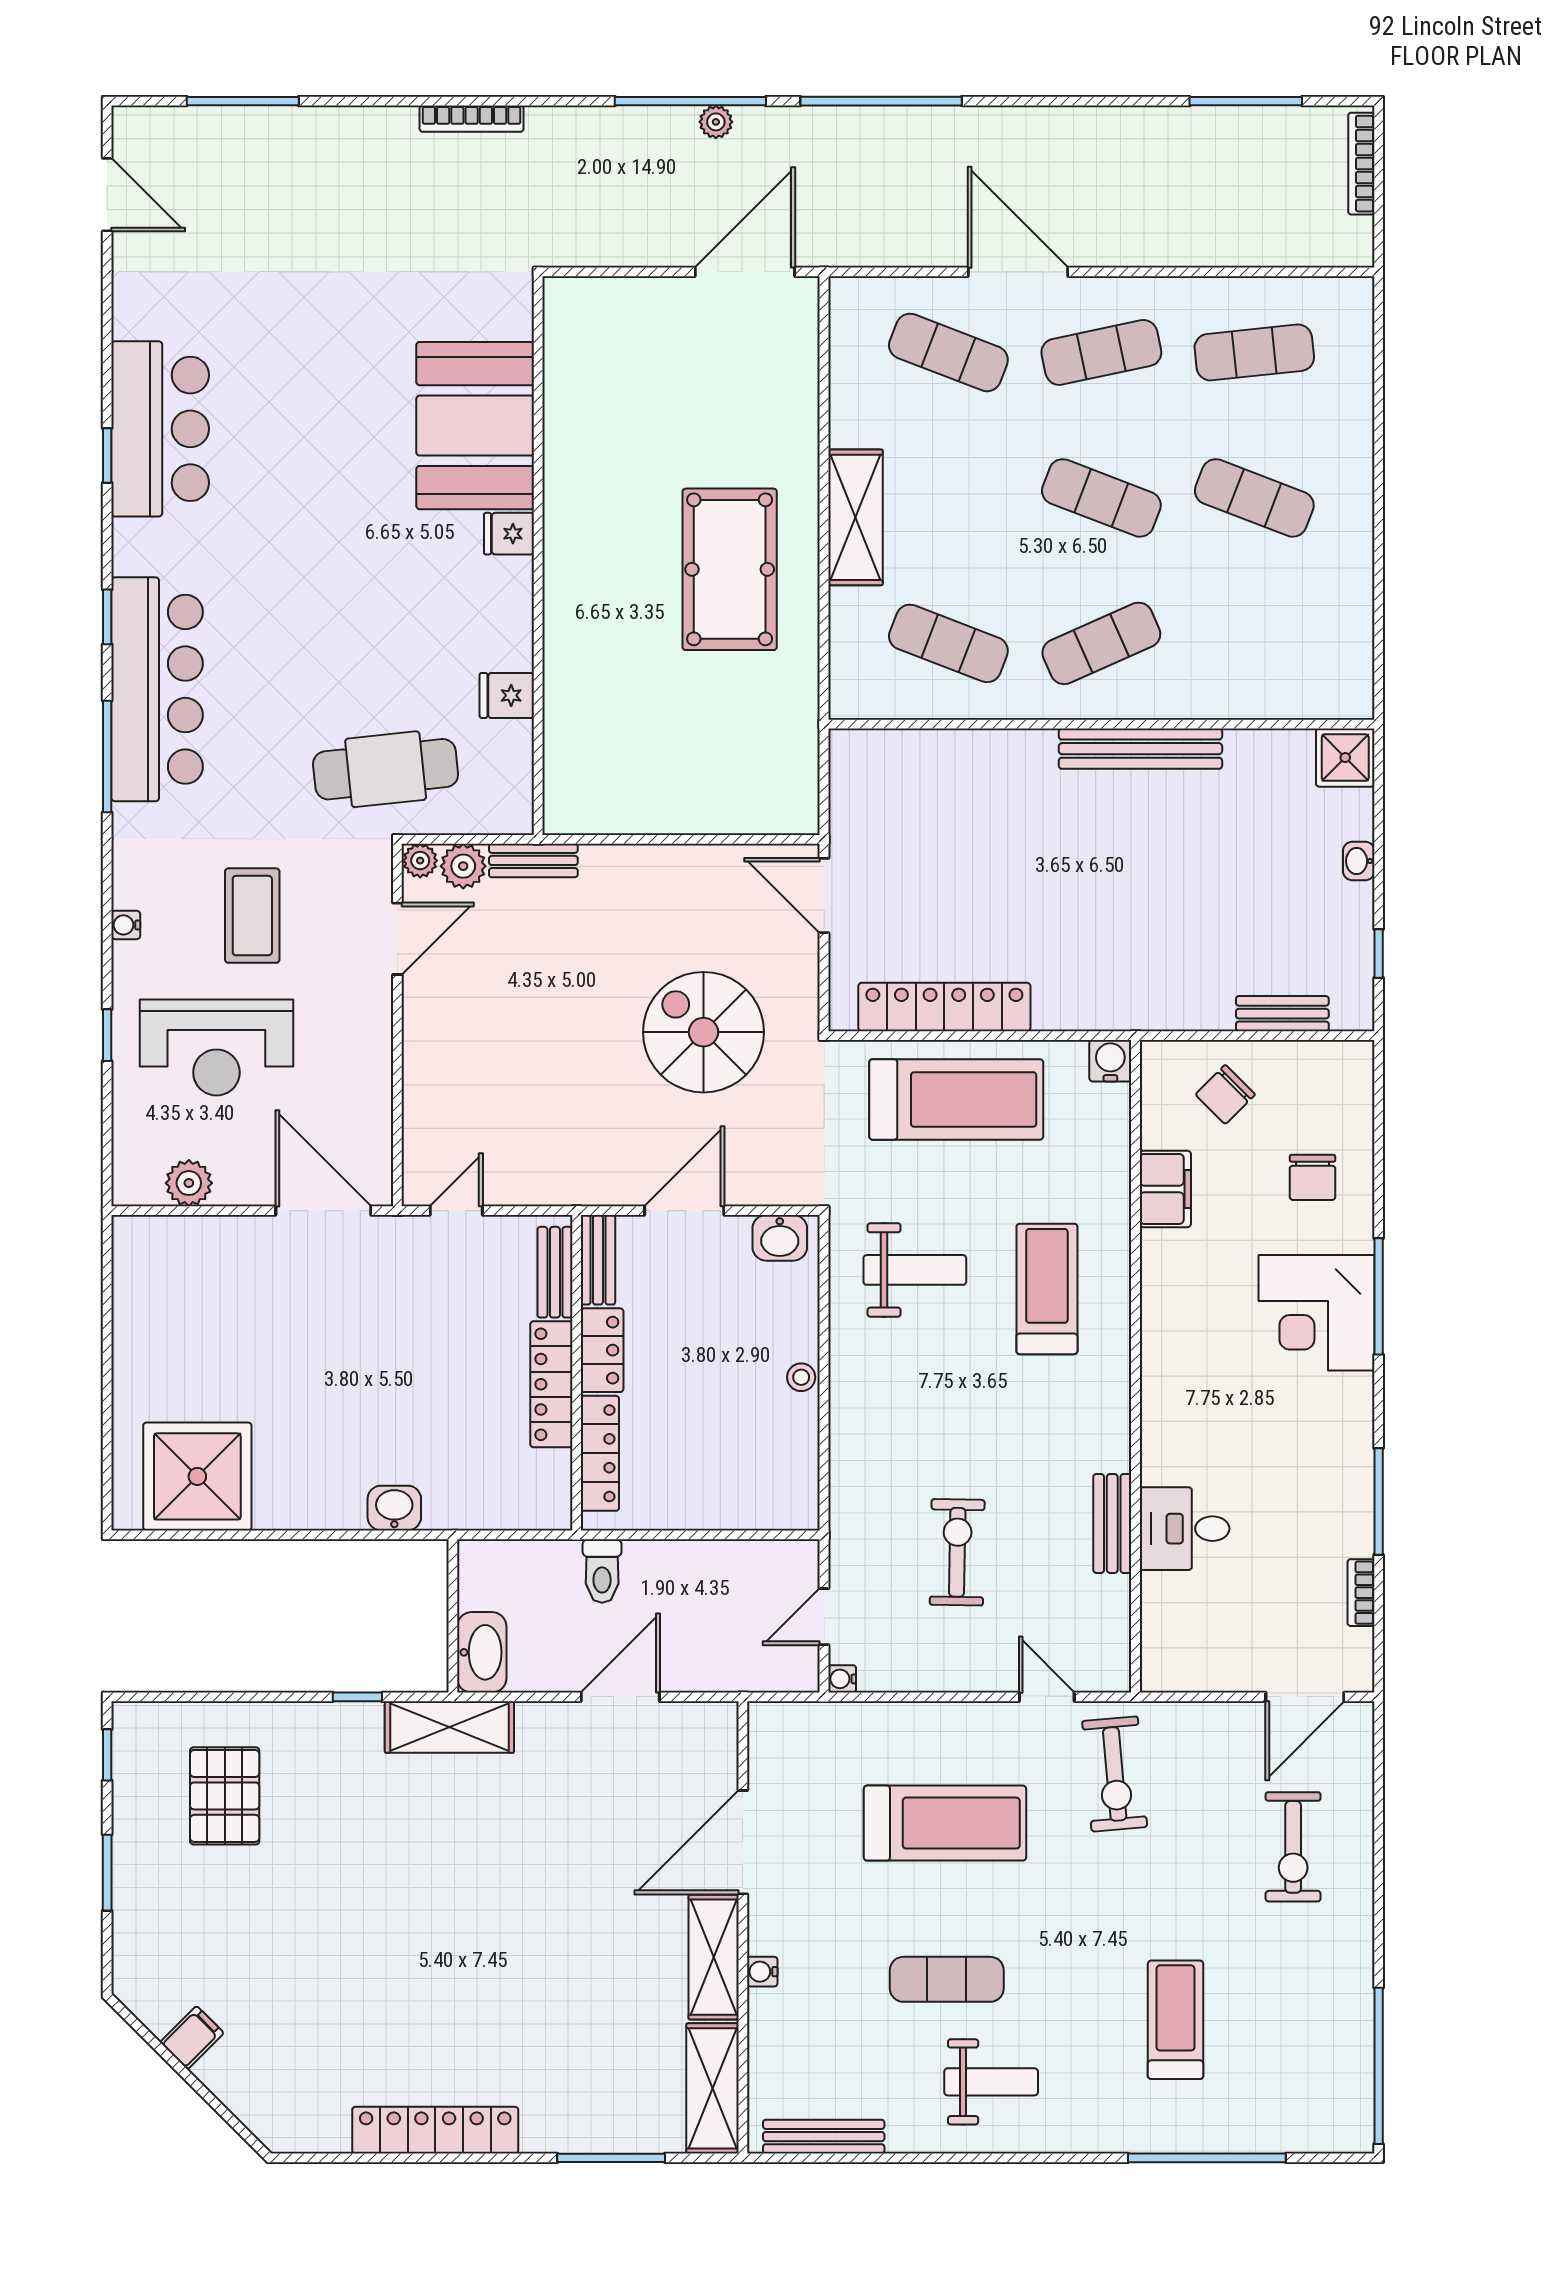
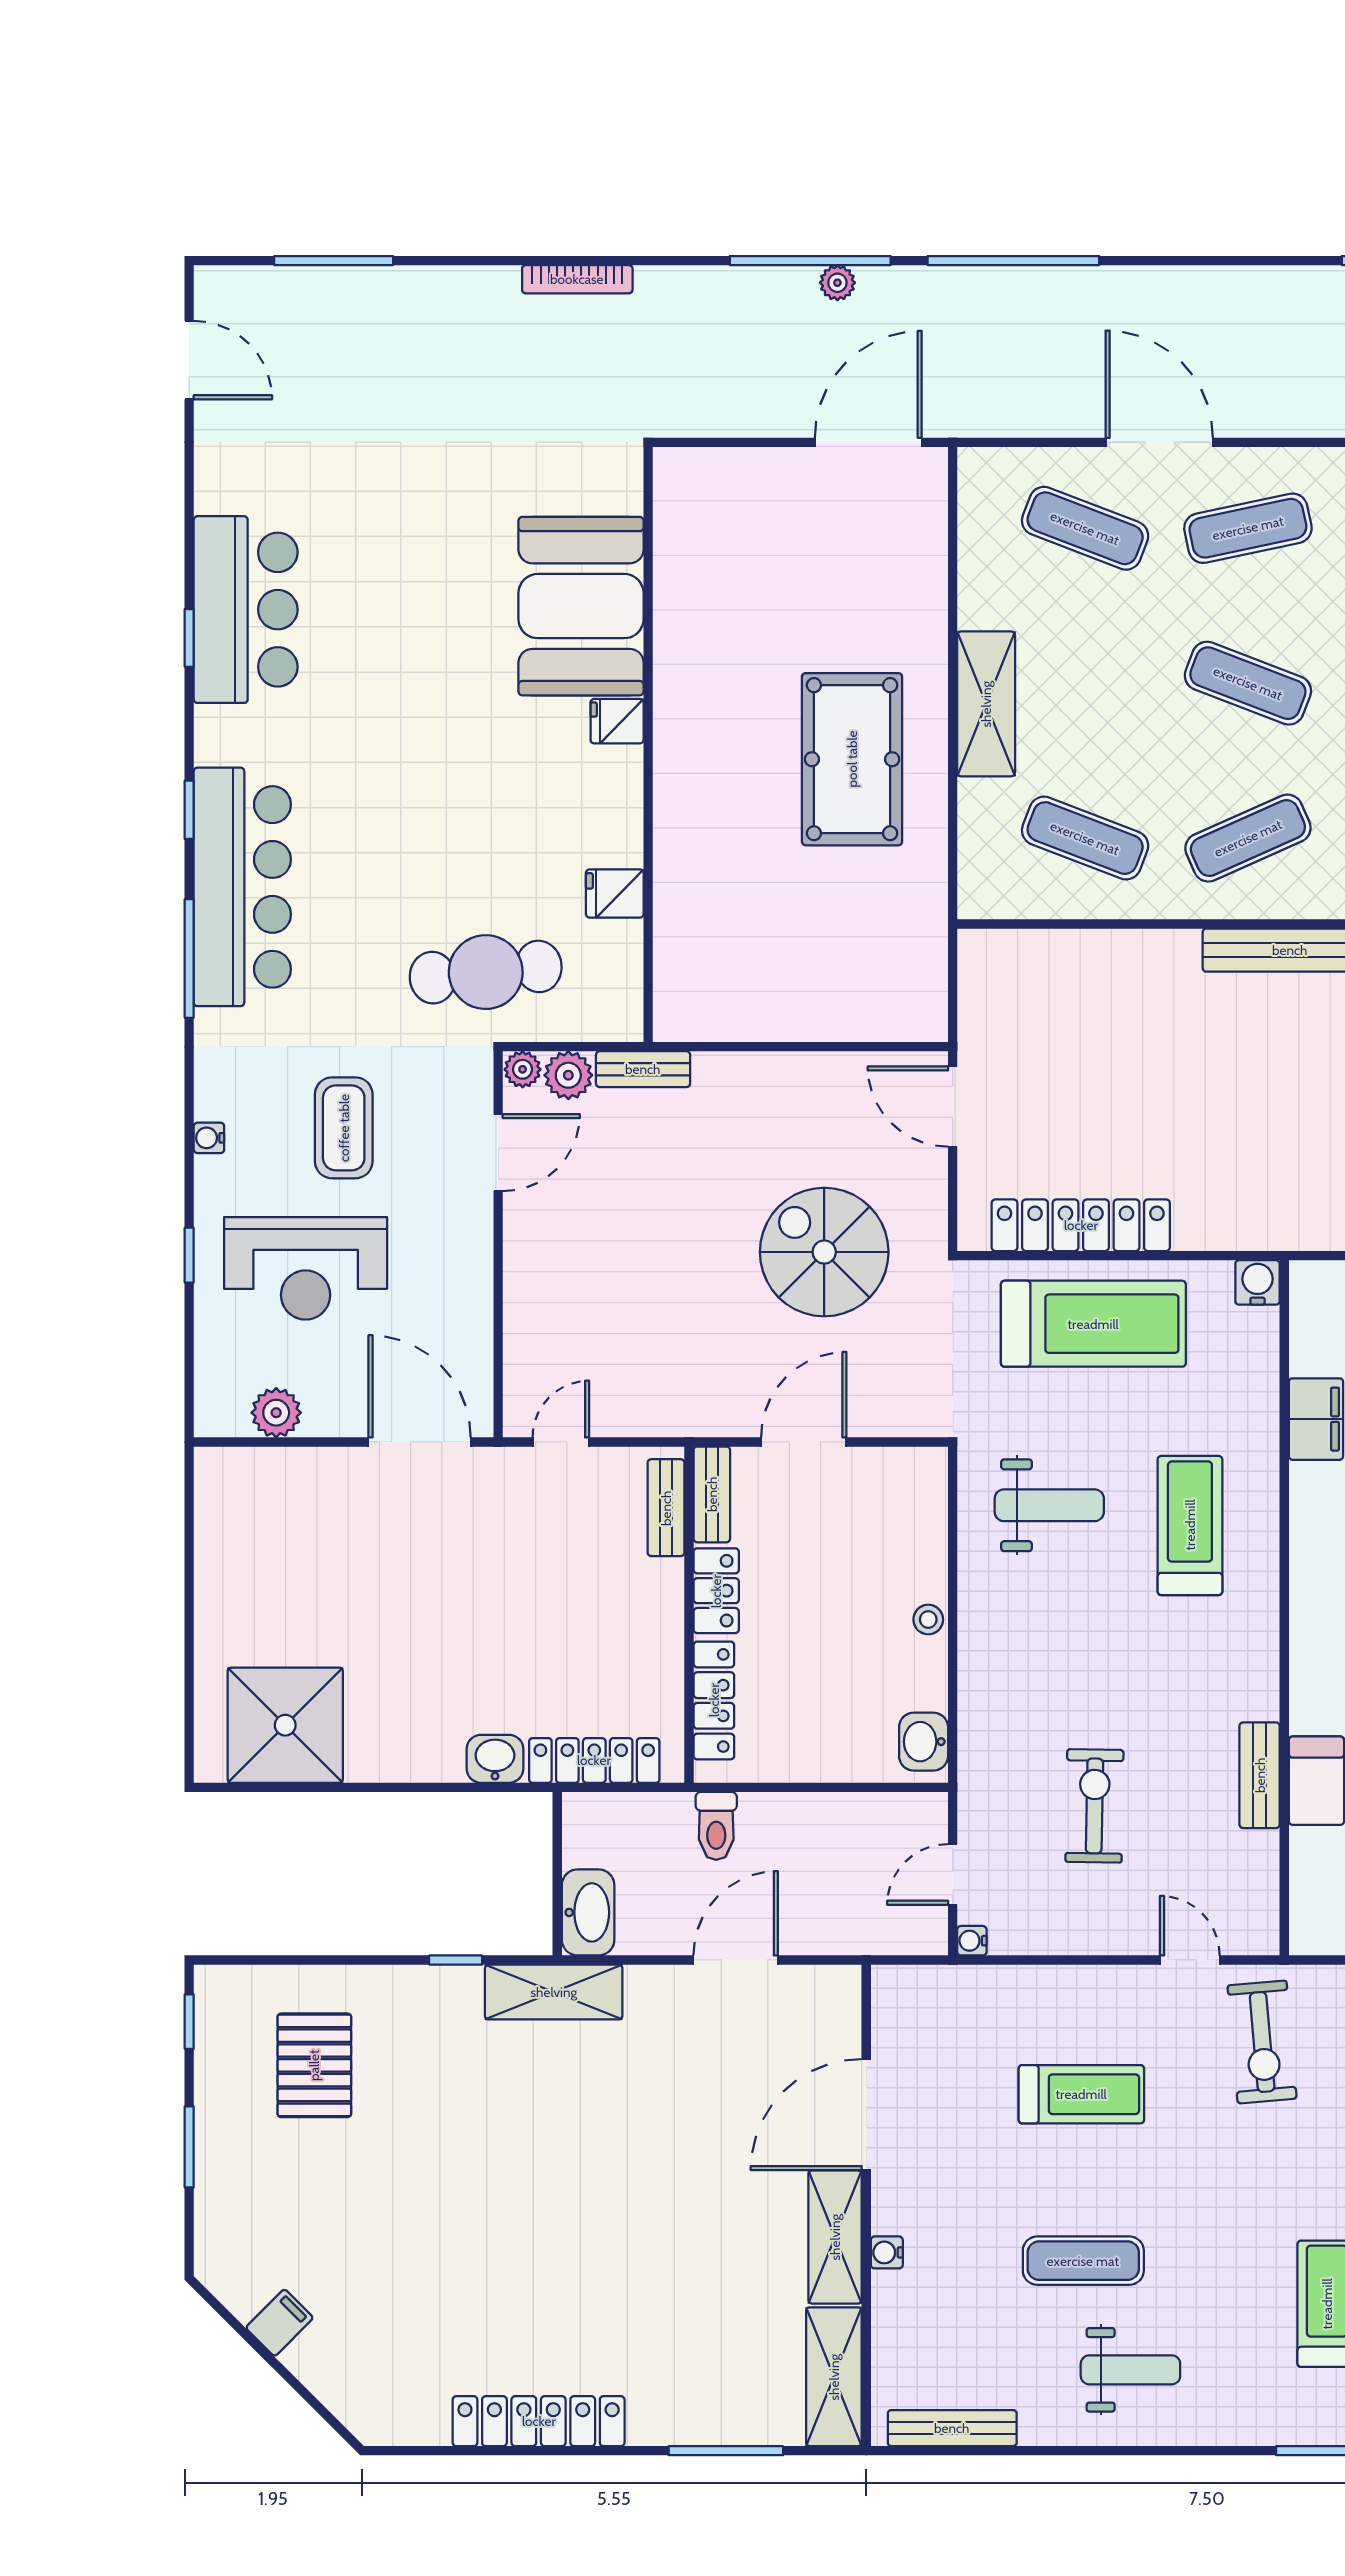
washbasin: (780, 1238) -> (924, 1742), moved, turned 90
locker: (551, 1384) -> (594, 1760), moved, turned 90
treadmill: (945, 1823) -> (1081, 2094), width x0.73, depth x0.73

